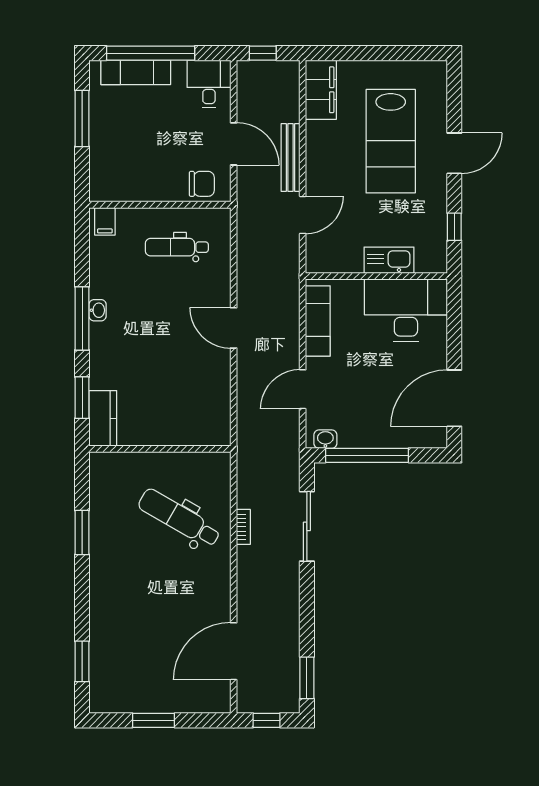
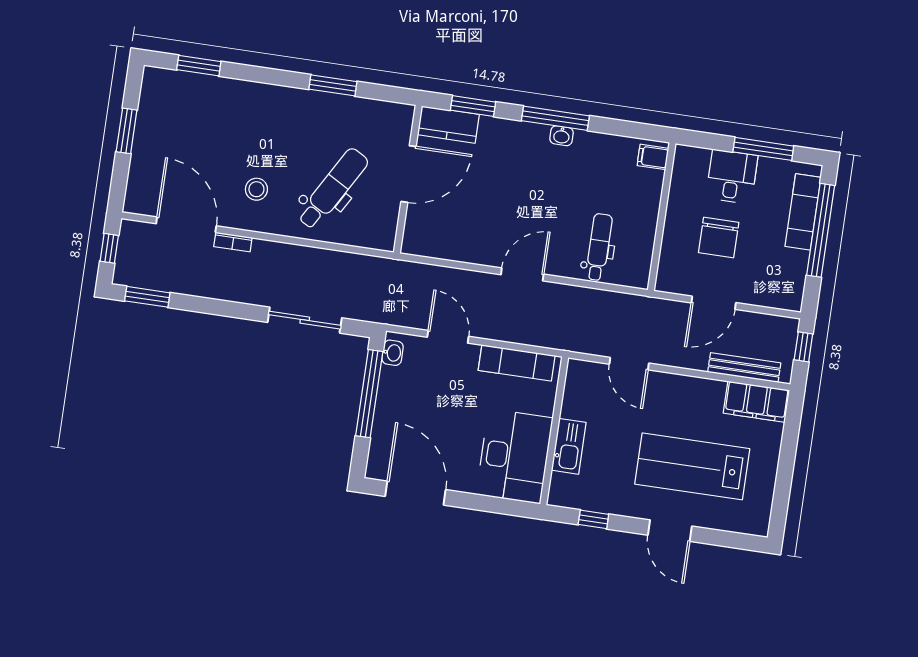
desk: (209, 84) -> (732, 177), moved, turned -90
bench: (290, 157) -> (744, 368), moved
chair: (202, 184) -> (719, 237), moved, width x1.37, depth x1.37
dental chair: (177, 247) -> (599, 247), moved
door: (155, 449) -> (409, 174), added
bookcase: (243, 527) -> (233, 242), moved
stool: (190, 590) -> (256, 189), added

